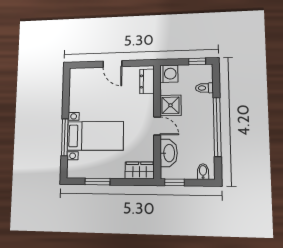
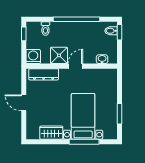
door: (112, 64) -> (24, 103), swing flipped
dresser: (147, 81) -> (44, 74), width x1.44
washbasin: (169, 153) -> (102, 59), width x0.52, depth x0.69
wardrobe: (140, 170) -> (51, 133), moved, turned 90
window: (174, 182) -> (120, 32), moved

